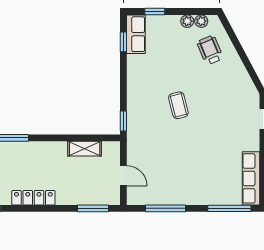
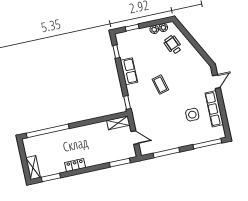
row of seats: (136, 34) -> (129, 71), moved
shelving: (85, 149) -> (118, 123), moved
side table: (216, 160) -> (192, 115), added
row of seats: (251, 178) -> (214, 109), moved
locker: (33, 198) -> (75, 165), width x0.66

